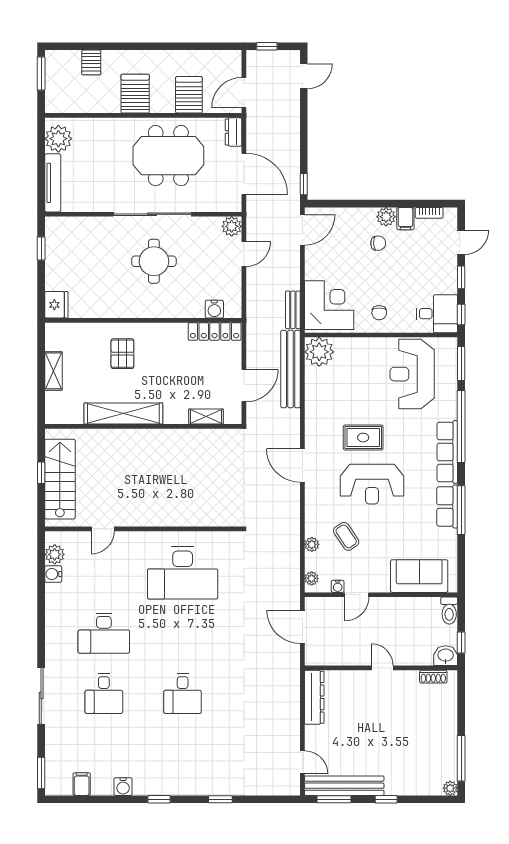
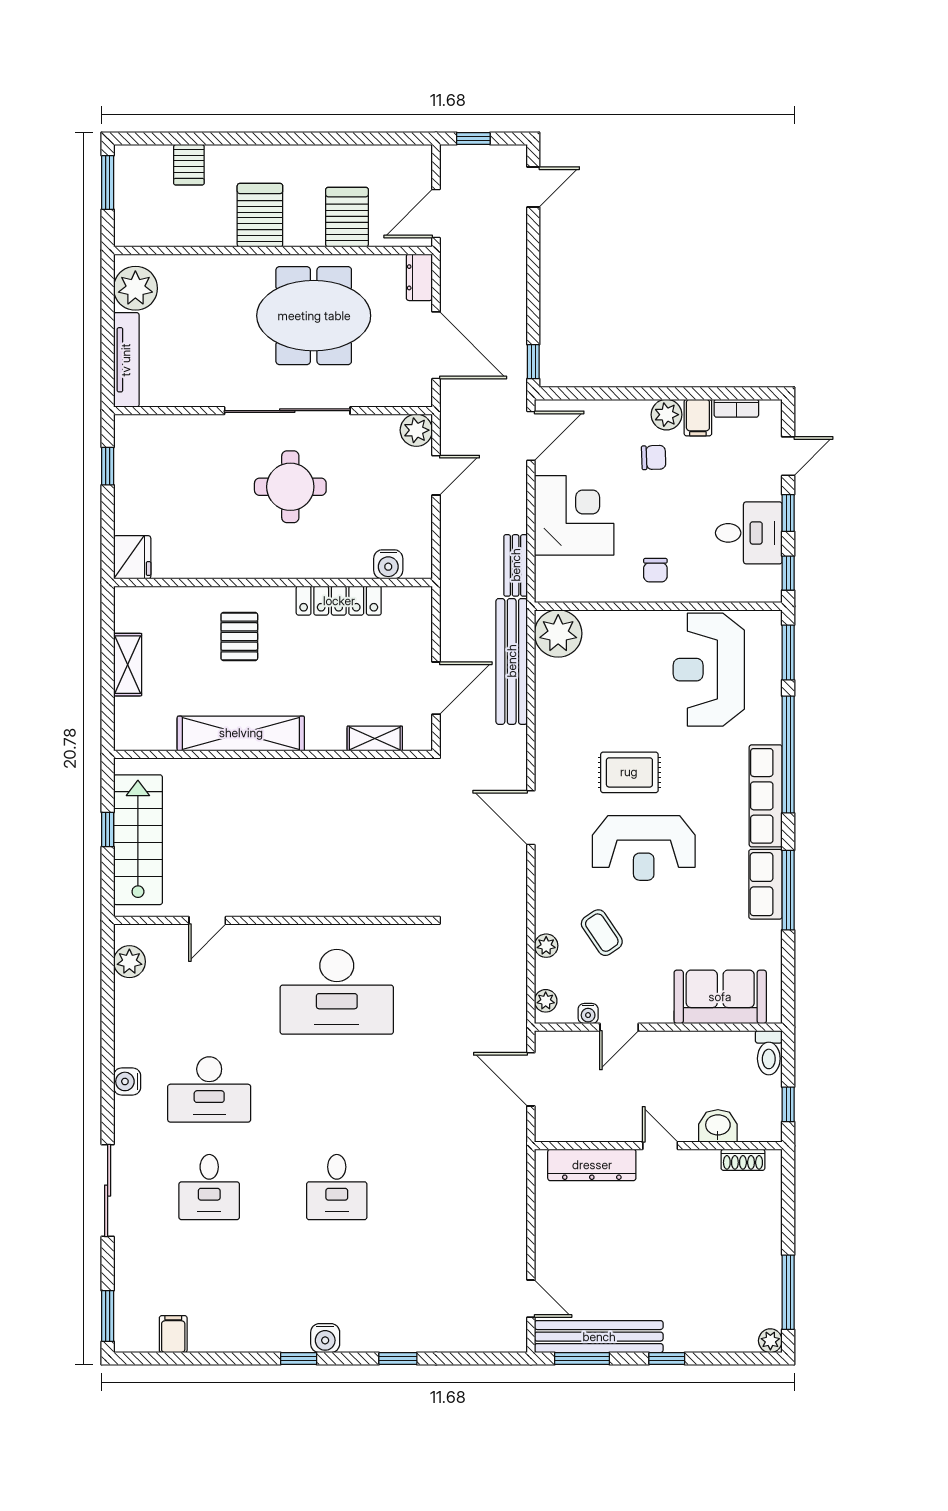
corner desk: (329, 305) -> (574, 515), moved
desk: (437, 314) -> (749, 533), moved
locker: (215, 331) -> (339, 601), moved
water cooler: (53, 574) -> (127, 1081), moved
washbasin: (446, 656) -> (718, 1126), moved
dresser: (314, 697) -> (592, 1165), moved, turned 90
water cooler: (123, 787) -> (325, 1338), moved

